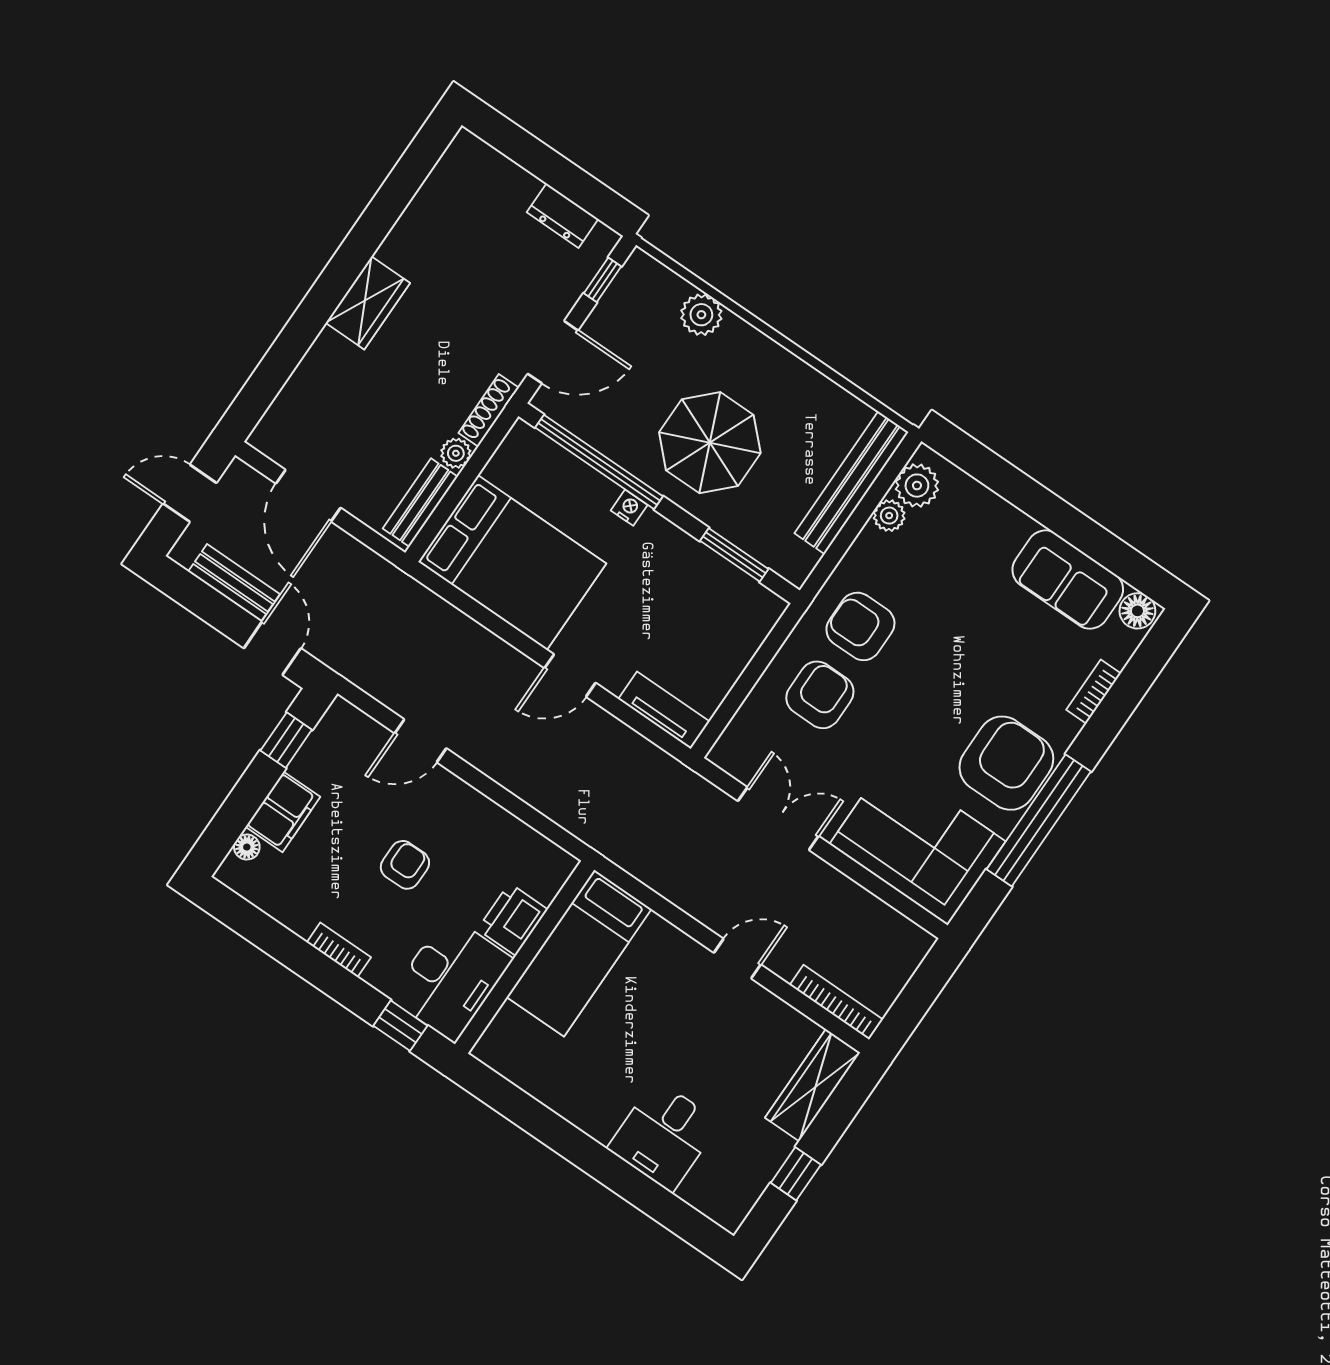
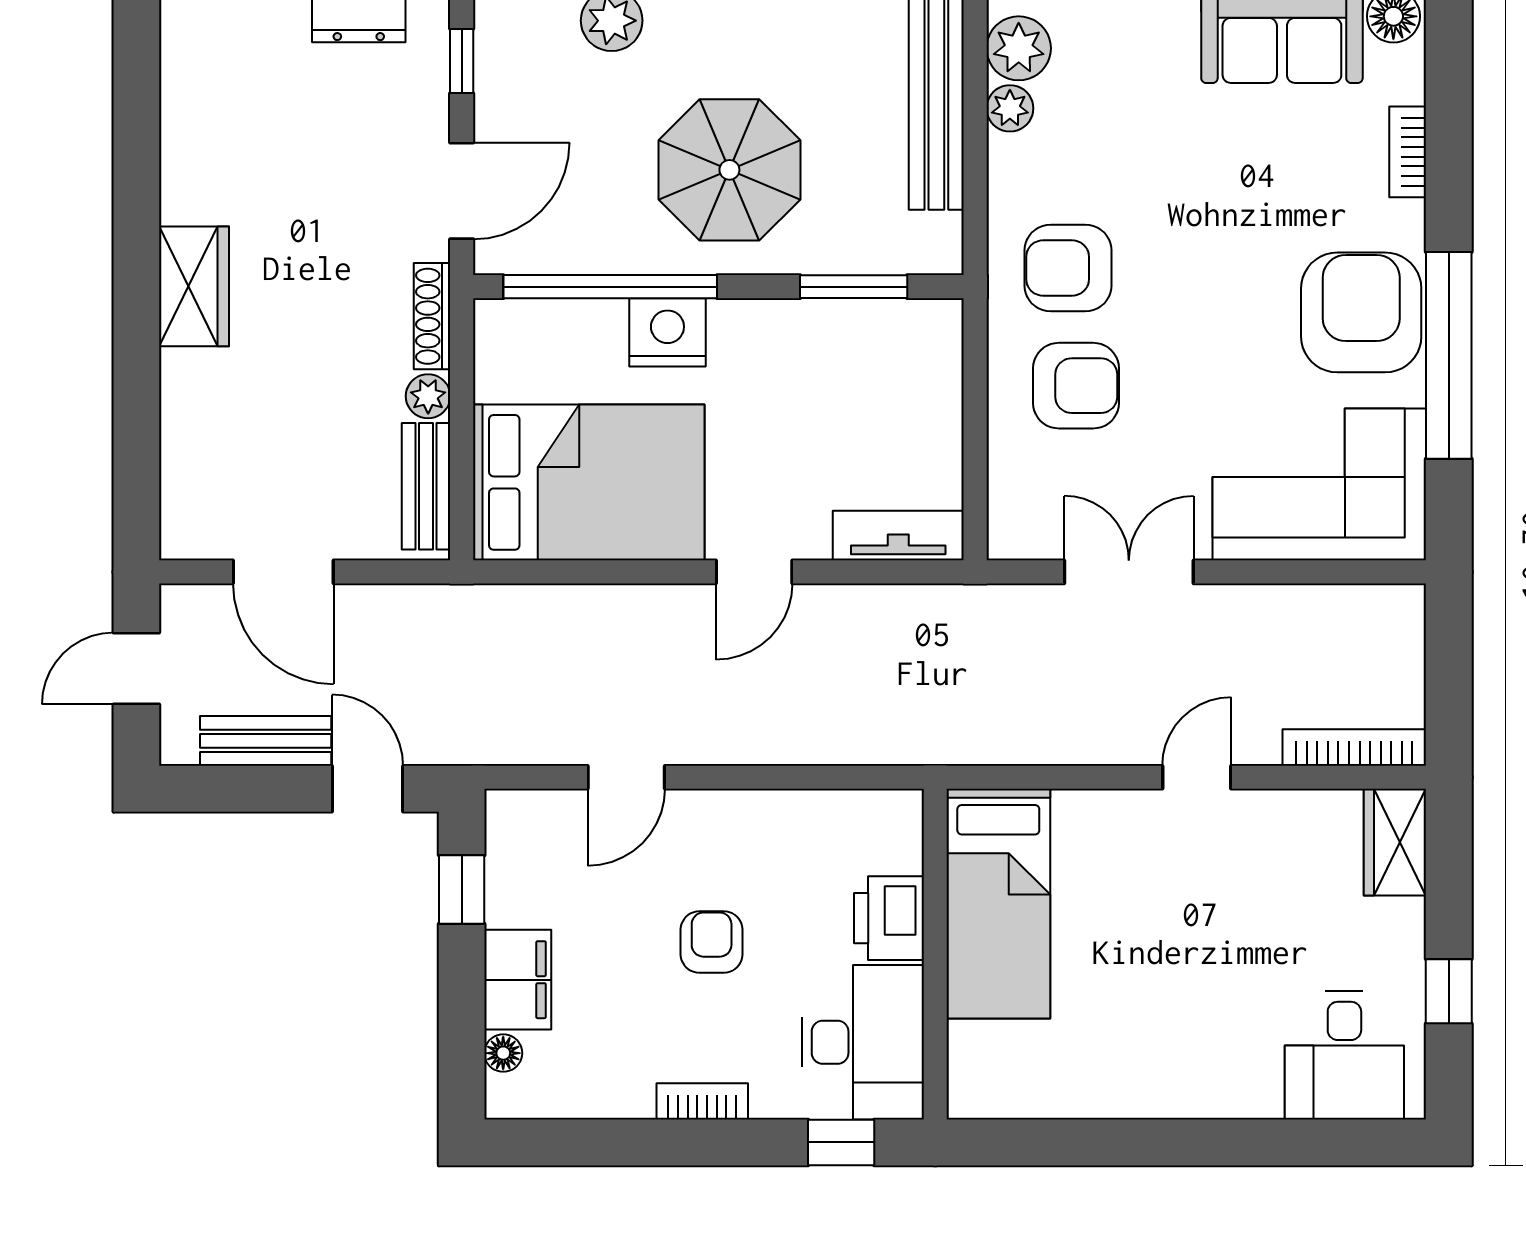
nightstand: (629, 508) -> (667, 332), width x1.89, depth x1.79
armchair: (820, 695) -> (1076, 386), turned 90
wardrobe: (813, 1085) -> (1395, 842), width x0.67
desk: (664, 1136) -> (1344, 1056), moved

